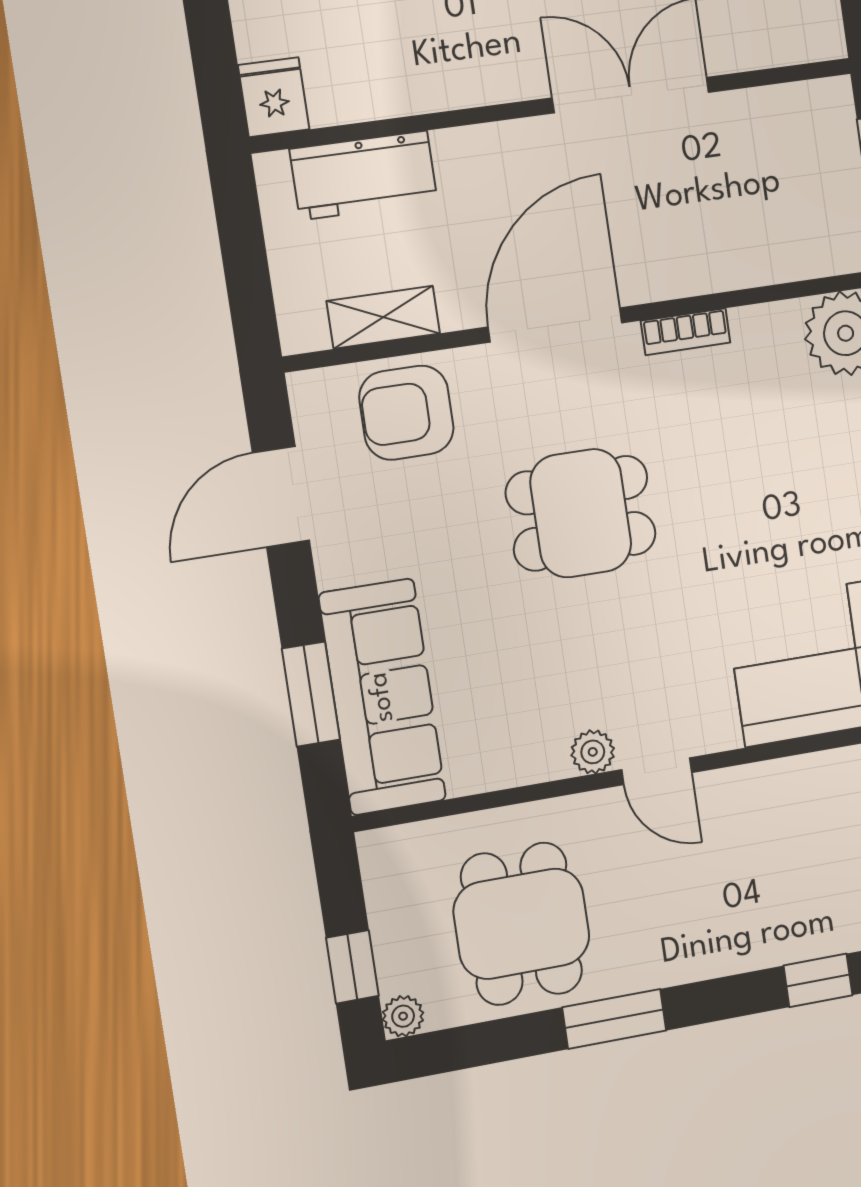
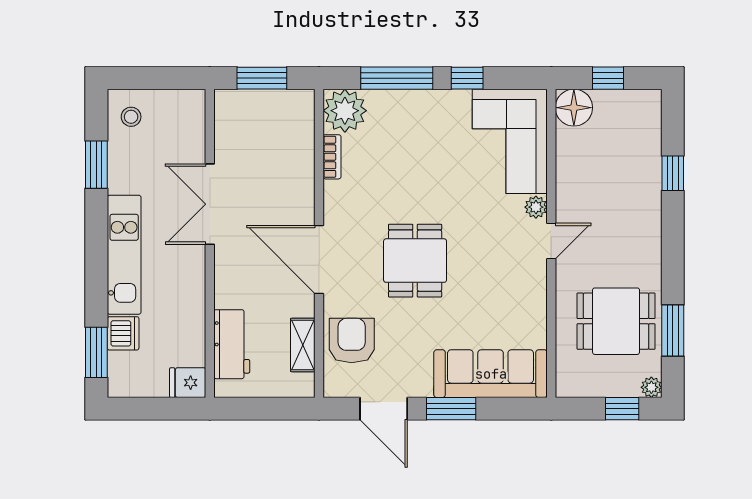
bookcase: (686, 332) -> (332, 157), moved
armchair: (406, 413) -> (352, 341), turned 180
window: (311, 694) -> (451, 409), moved
plant: (593, 752) -> (536, 207), moved
window: (614, 1019) -> (673, 330), moved

